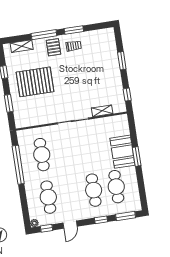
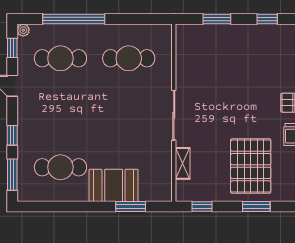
pallet: (35, 82) -> (251, 166), moved
window: (137, 156) -> (131, 206), moved
window: (18, 165) -> (74, 19), moved
cafe table: (94, 190) -> (60, 131), removed

